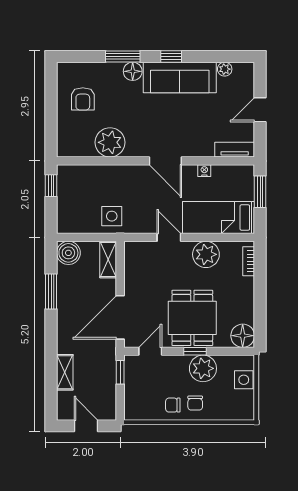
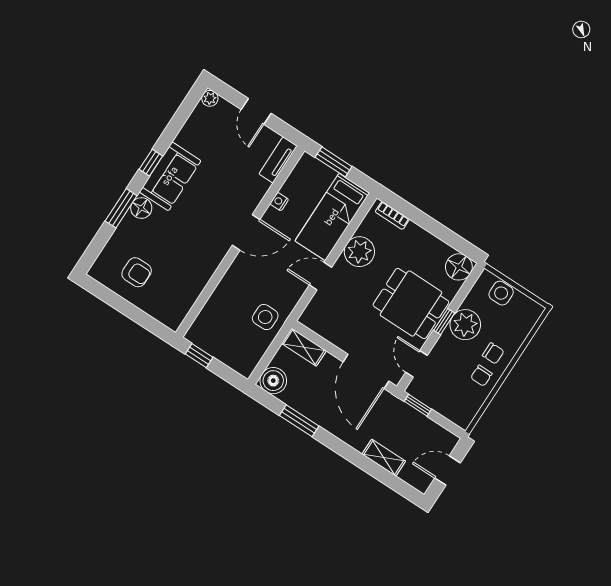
plant: (225, 69) -> (210, 98), moved
sofa: (180, 77) -> (170, 176), width x0.73
plant: (110, 142) -> (194, 273), removed

